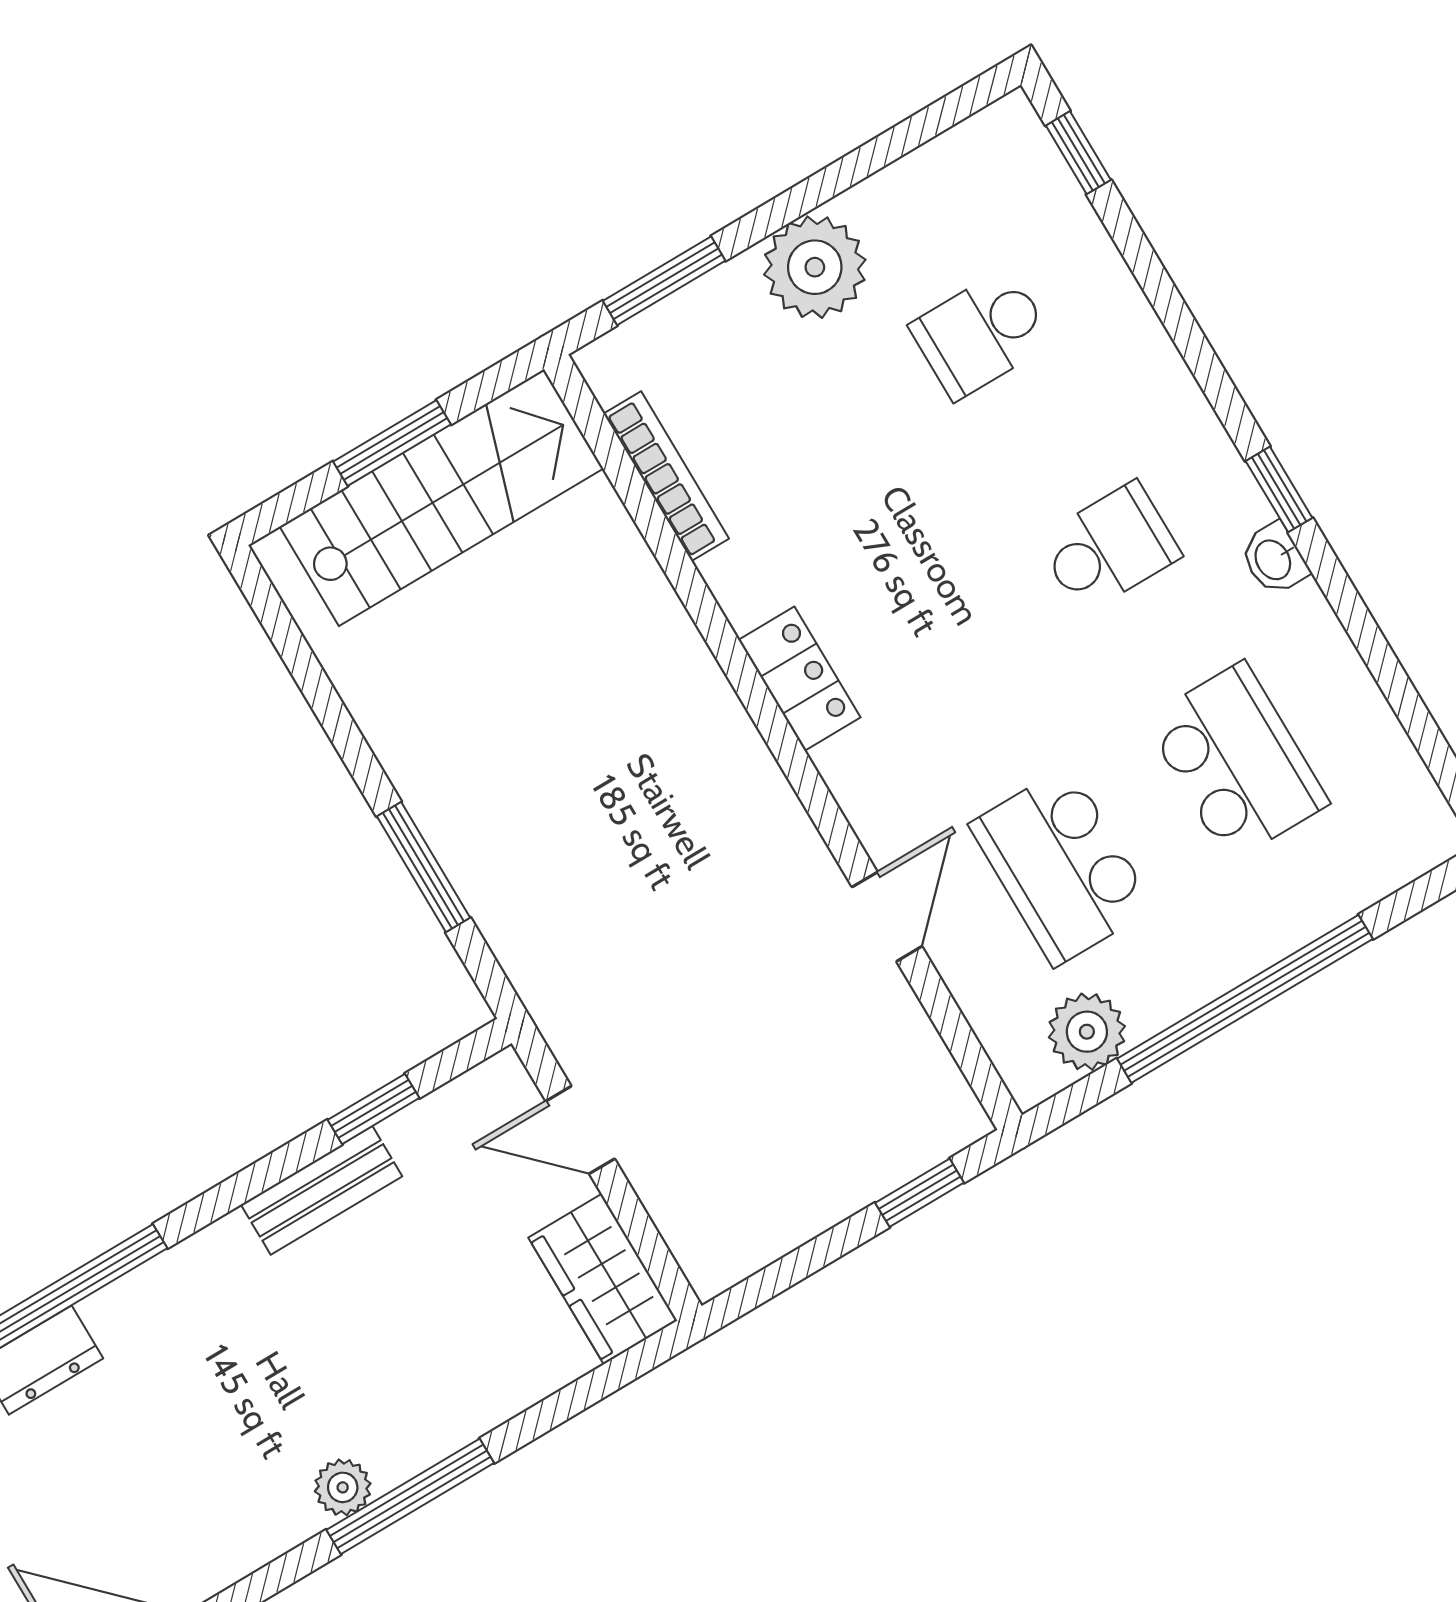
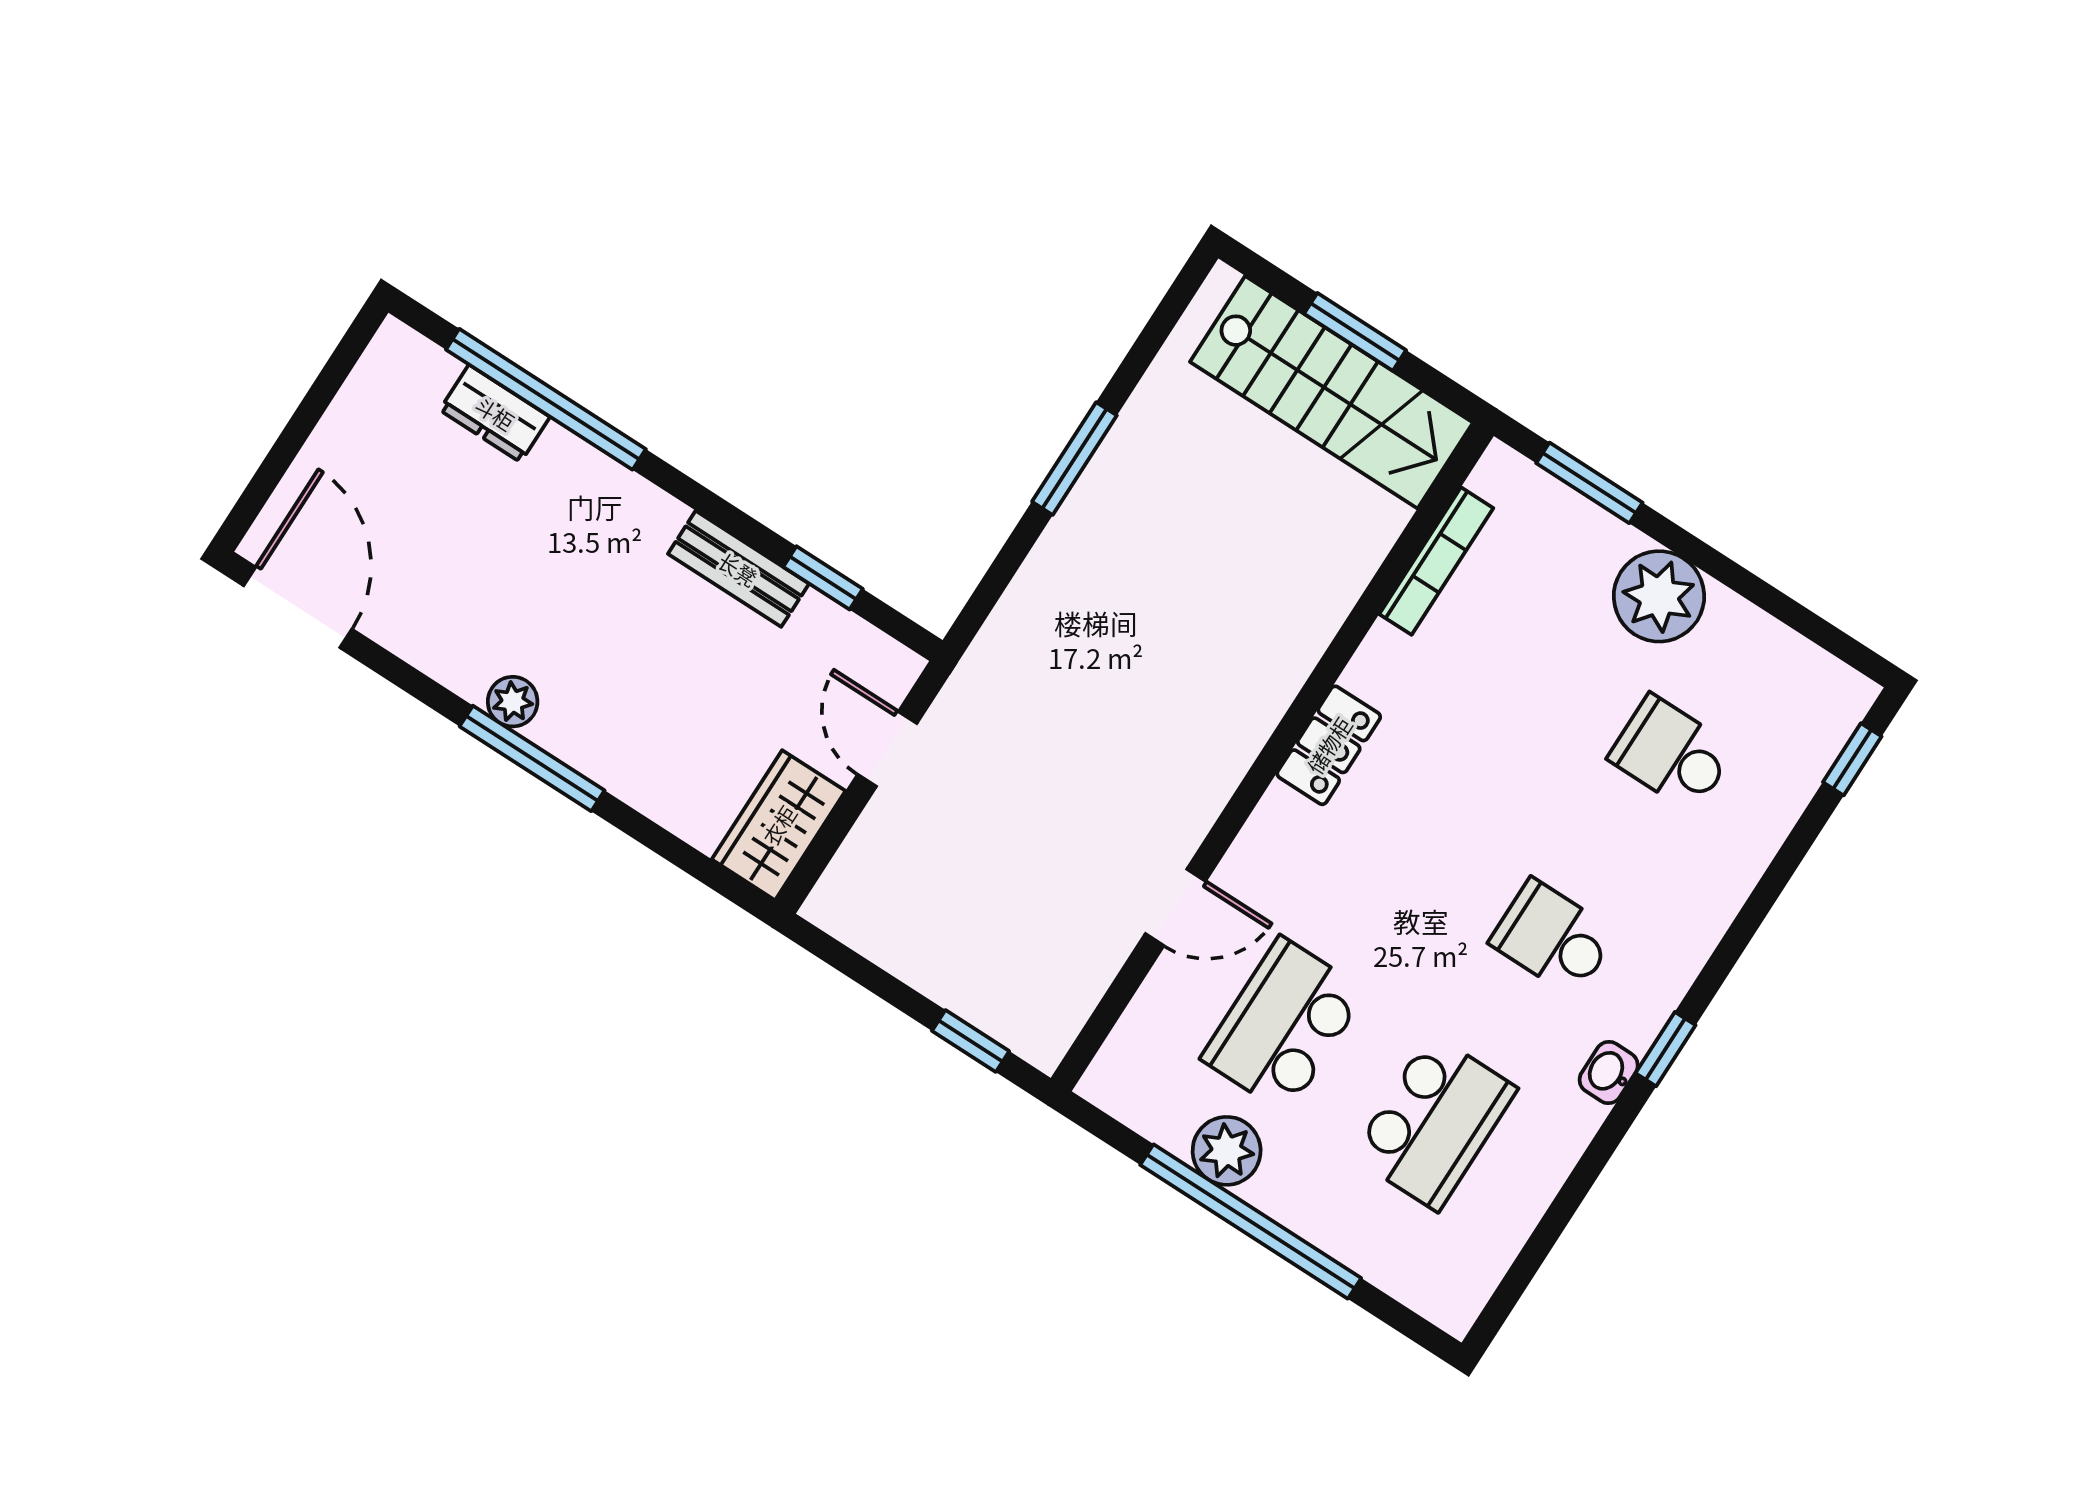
school desk: (1109, 548) -> (1553, 938), turned 180
window: (423, 867) -> (1074, 459), moved
plant: (1087, 1032) -> (1227, 1151), moved

